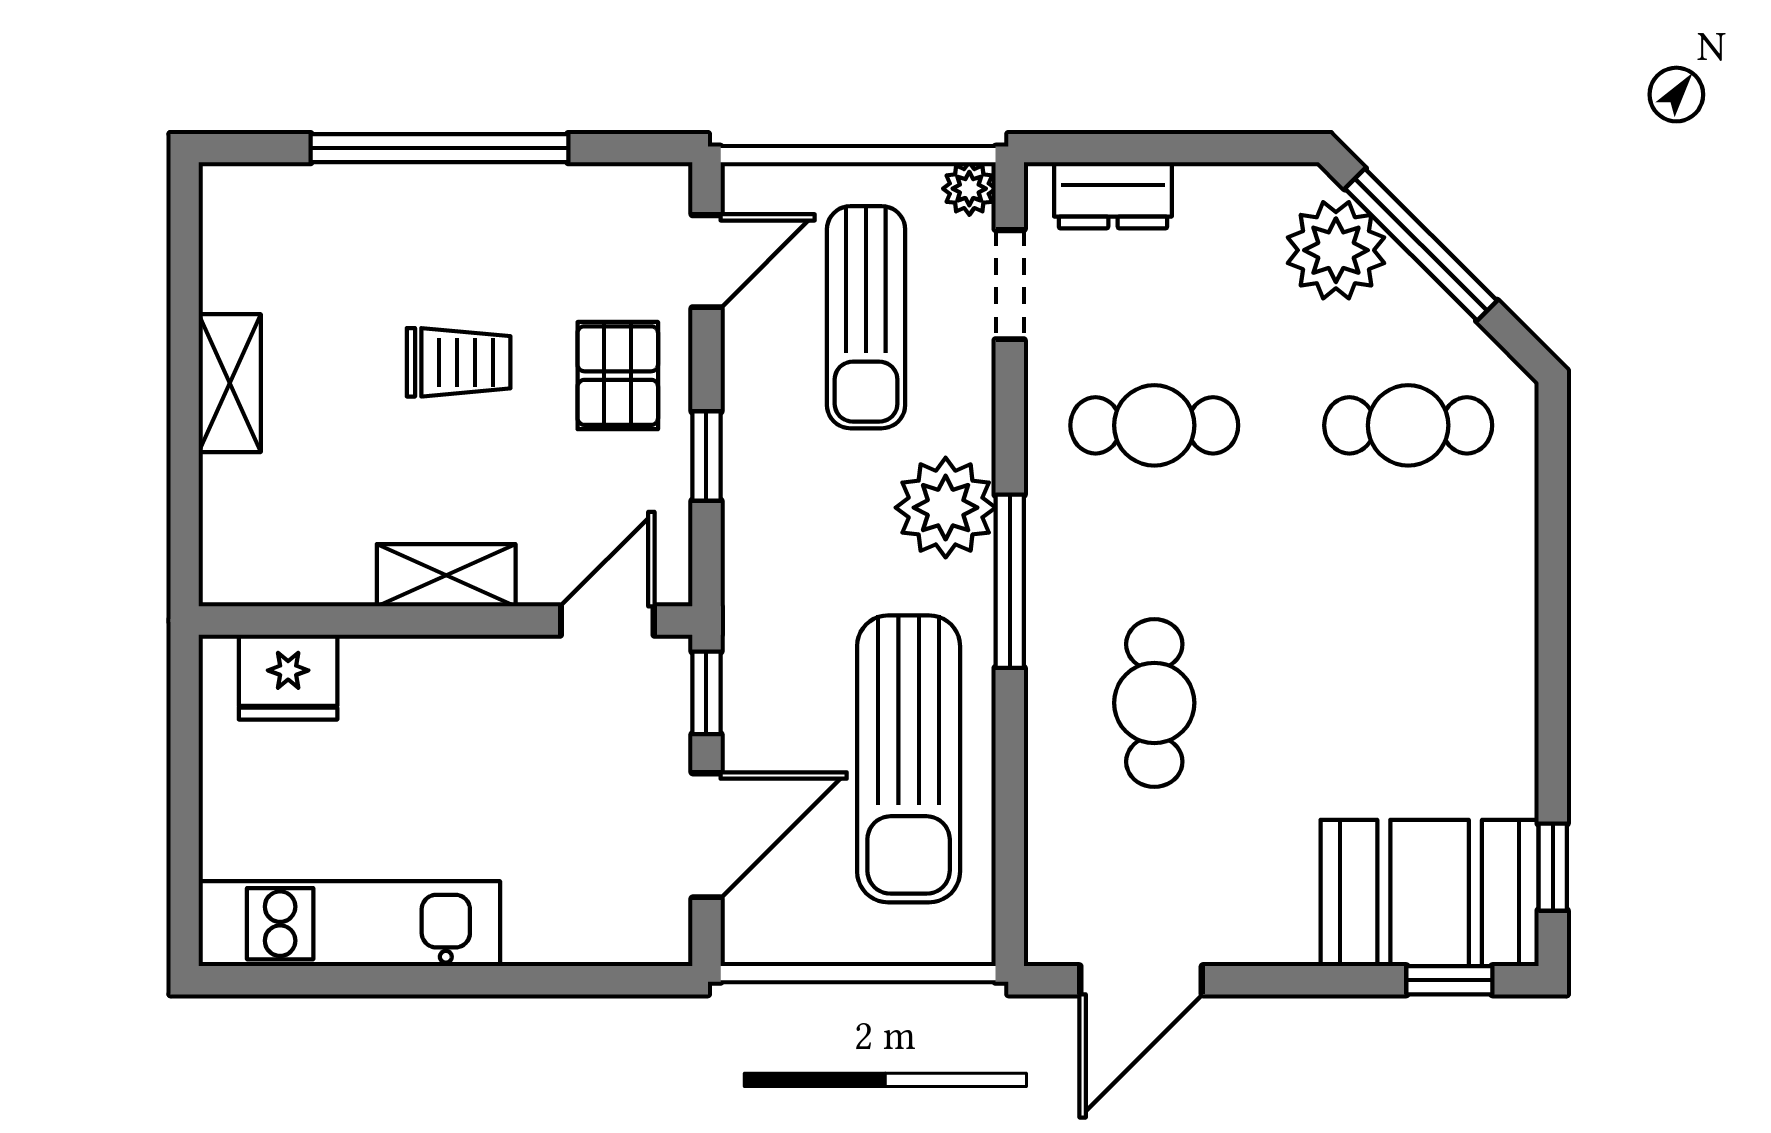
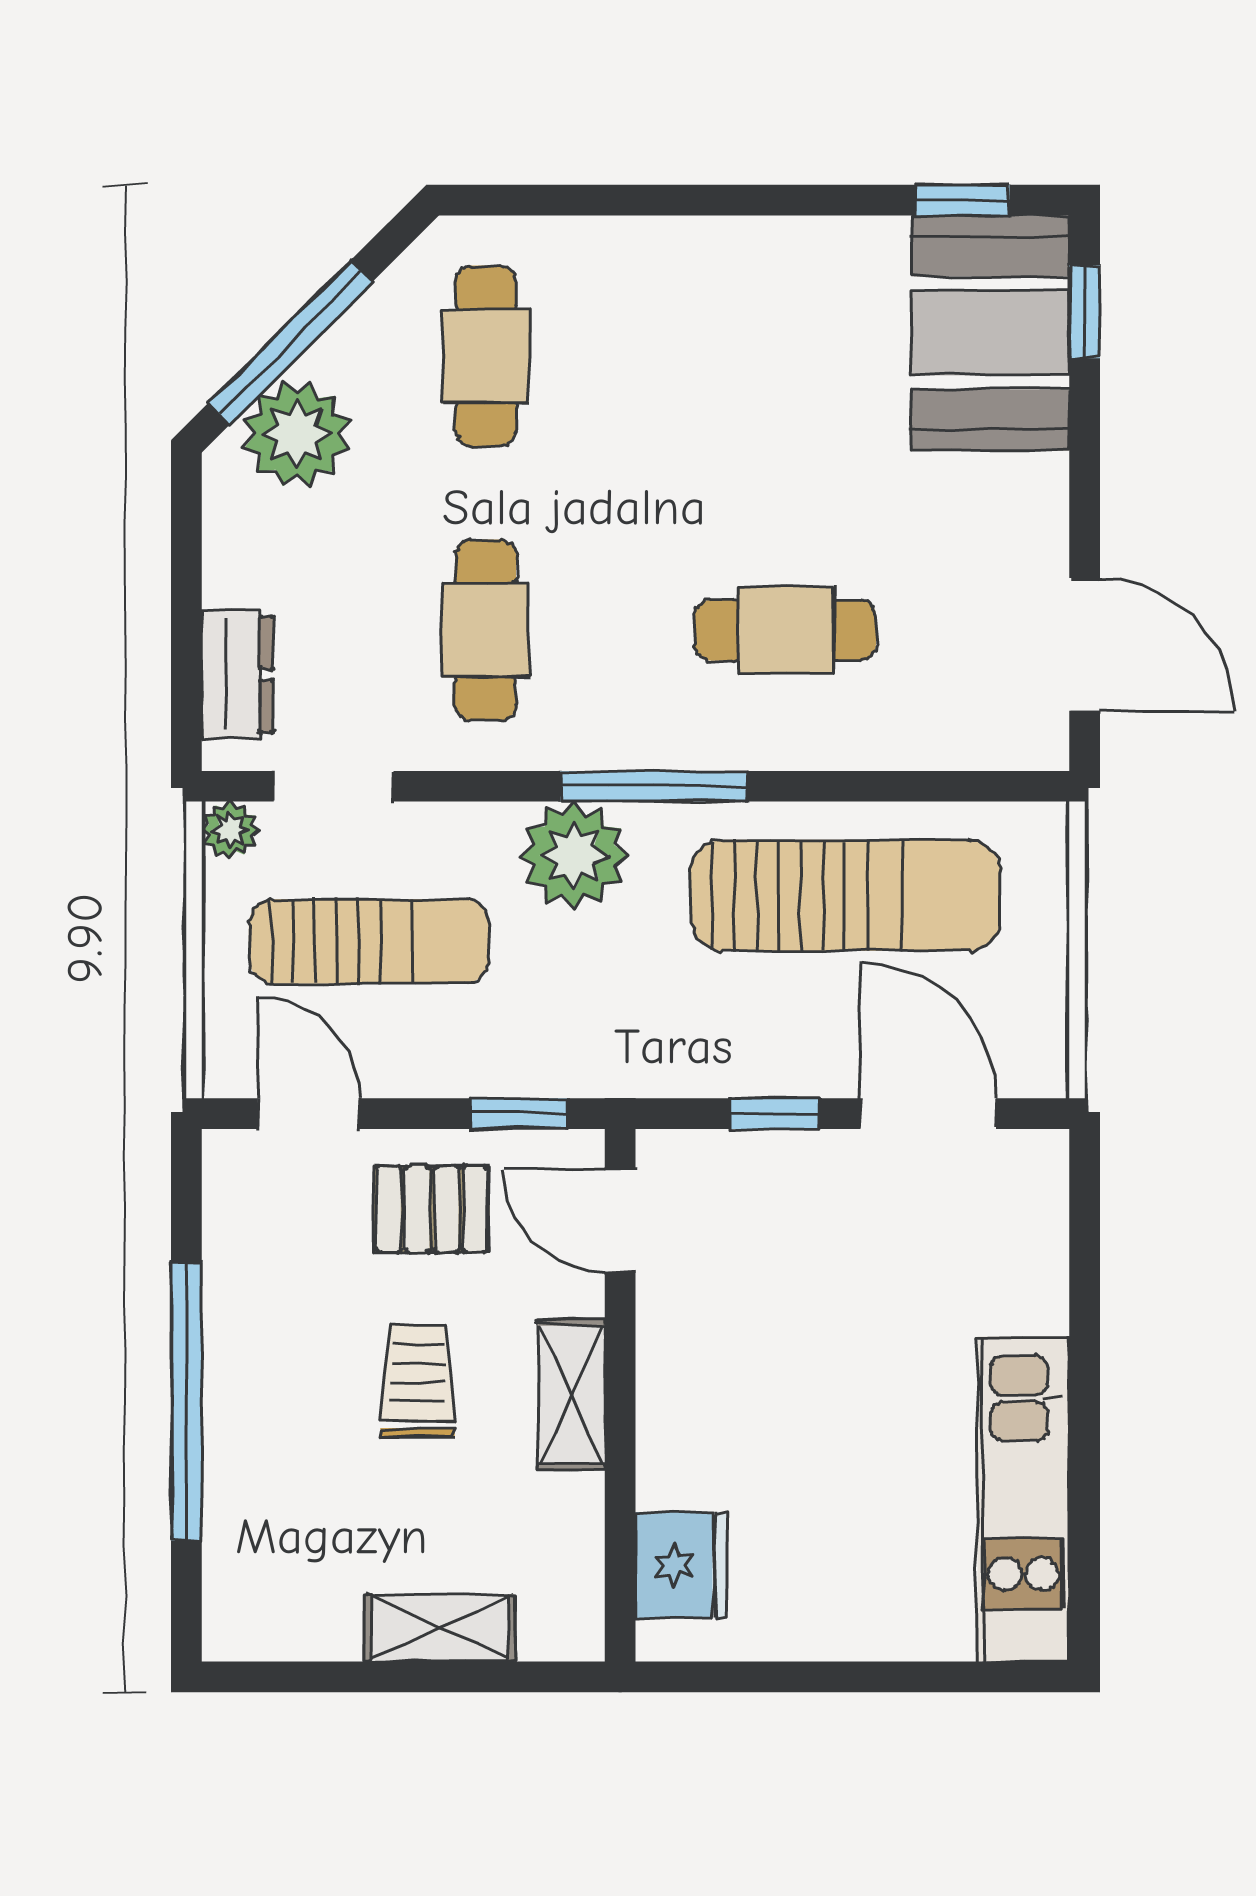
shelving: (446, 575) -> (571, 1395), moved
wall: (446, 621) -> (620, 1395), moved
door: (607, 621) -> (620, 1221), moved
fridge: (288, 677) -> (681, 1565), moved

